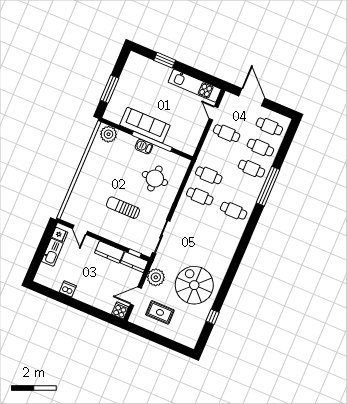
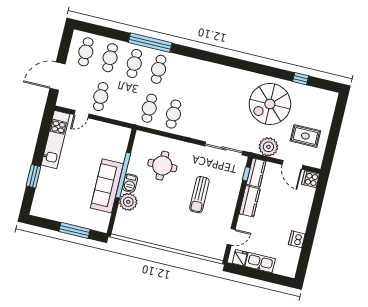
plant: (109, 134) -> (128, 202), moved
cafe table: (234, 211) -> (159, 69), moved
rug: (160, 312) -> (305, 136), turned 90

